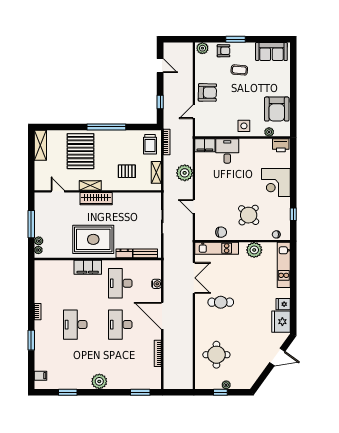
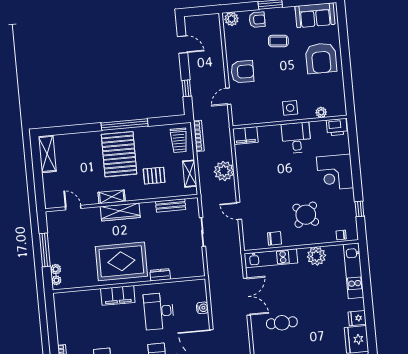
armchair: (277, 109) -> (321, 58), moved
pallet: (81, 151) -> (119, 154), moved
desk: (227, 151) -> (296, 138), moved
bench: (145, 253) -> (171, 205), moved

